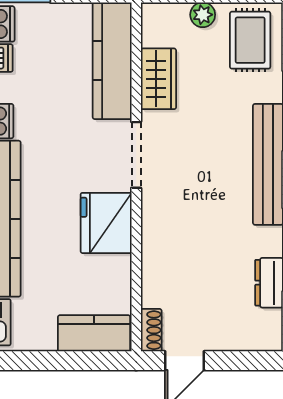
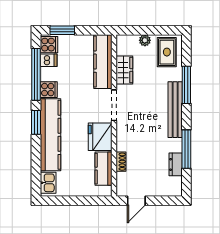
shoe rack: (151, 330) -> (121, 162), moved
kitchen counter: (94, 333) -> (104, 169), moved, turned -90

